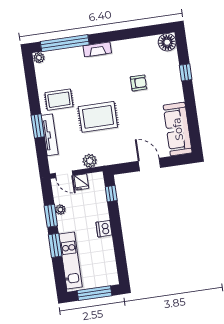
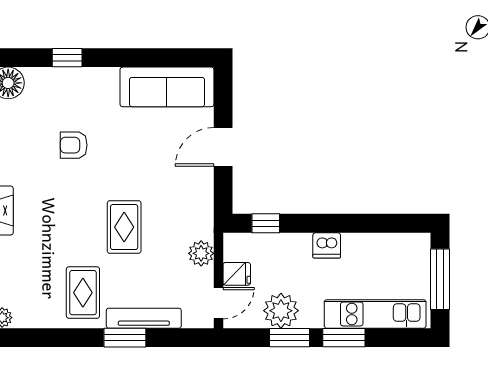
armchair: (139, 83) -> (74, 145), turned -90
rug: (98, 117) -> (124, 227), width x0.73, depth x0.70
plant: (60, 210) -> (281, 311), width x1.87, depth x1.87

